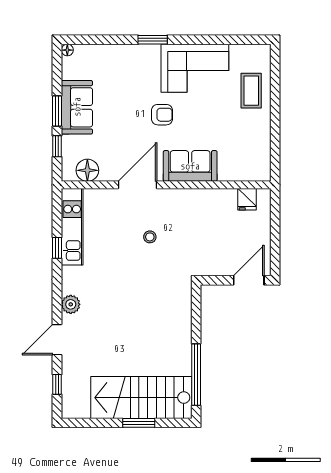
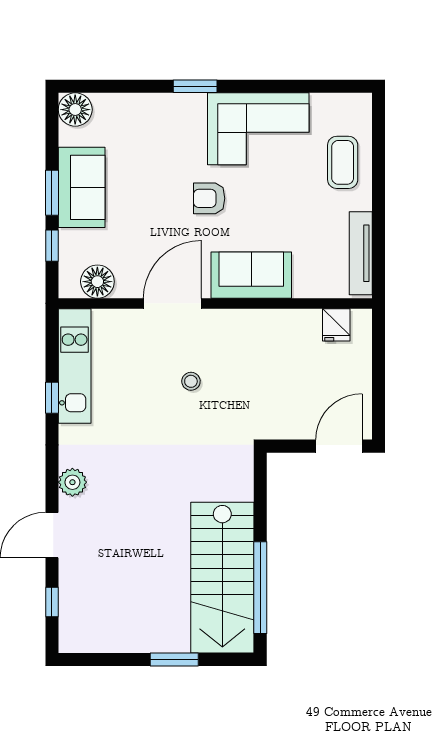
floor lamp: (67, 50) -> (75, 110), width x1.89, depth x1.89
armchair: (162, 115) -> (209, 198), turned 180
tv unit: (263, 151) -> (361, 253), added
stairs: (141, 398) -> (222, 578), moved, turned -90

